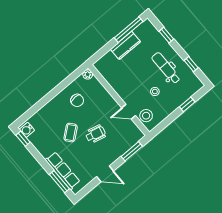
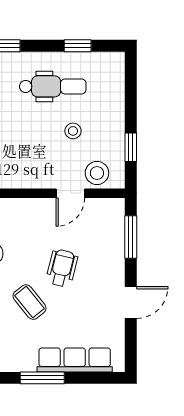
dental chair: (166, 68) -> (53, 86), turned 180
window: (187, 104) -> (131, 147), moved
window: (59, 182) -> (42, 378), moved

